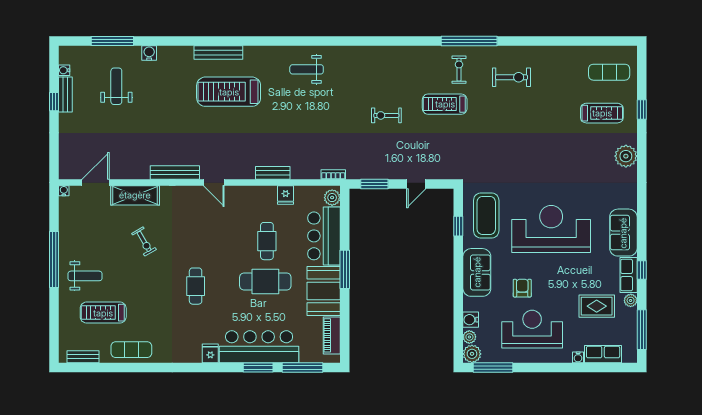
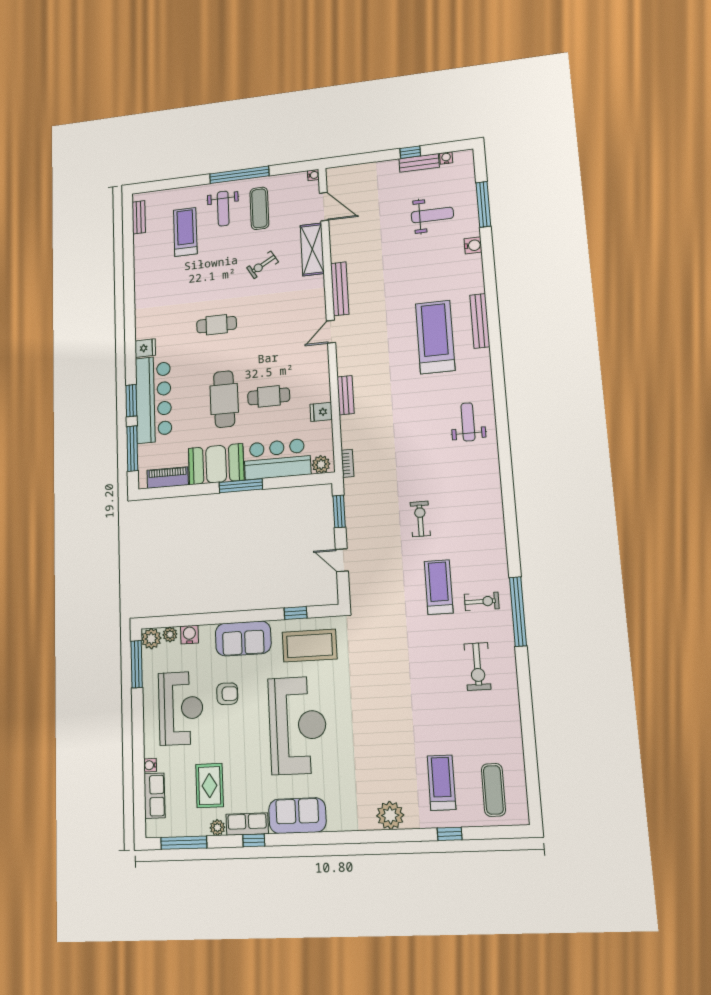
treadmill: (602, 113) -> (441, 783), turned 180
exercise mat: (131, 350) -> (259, 208), moved

